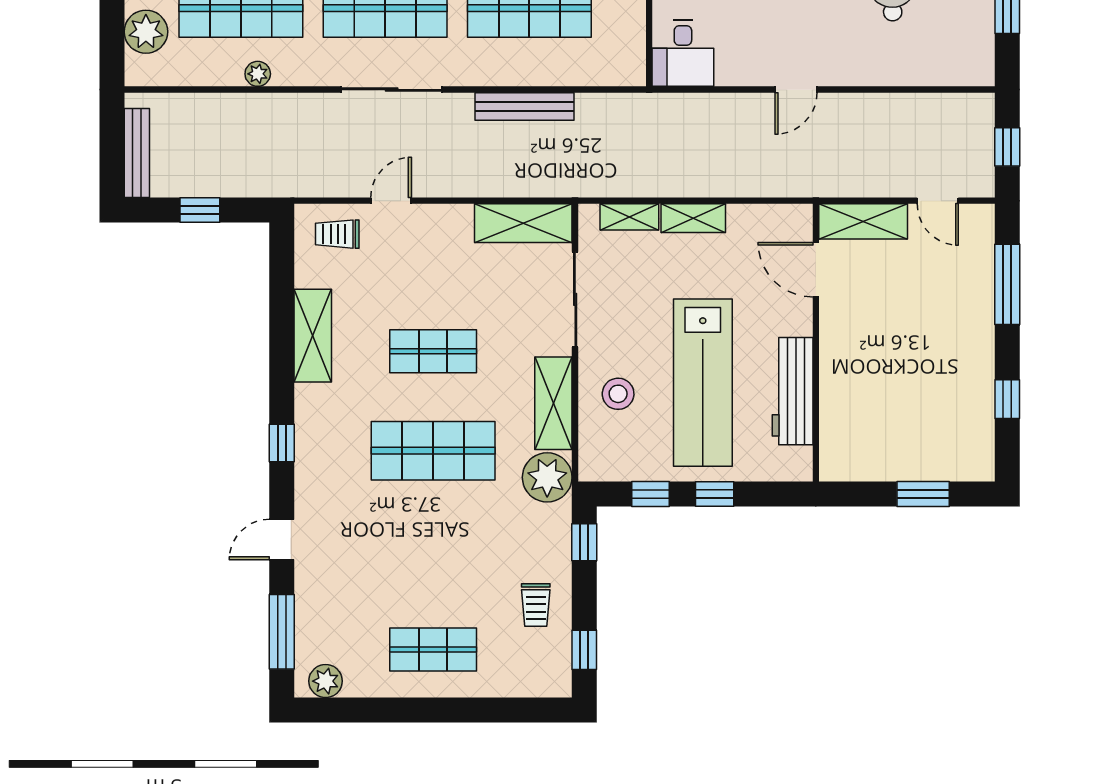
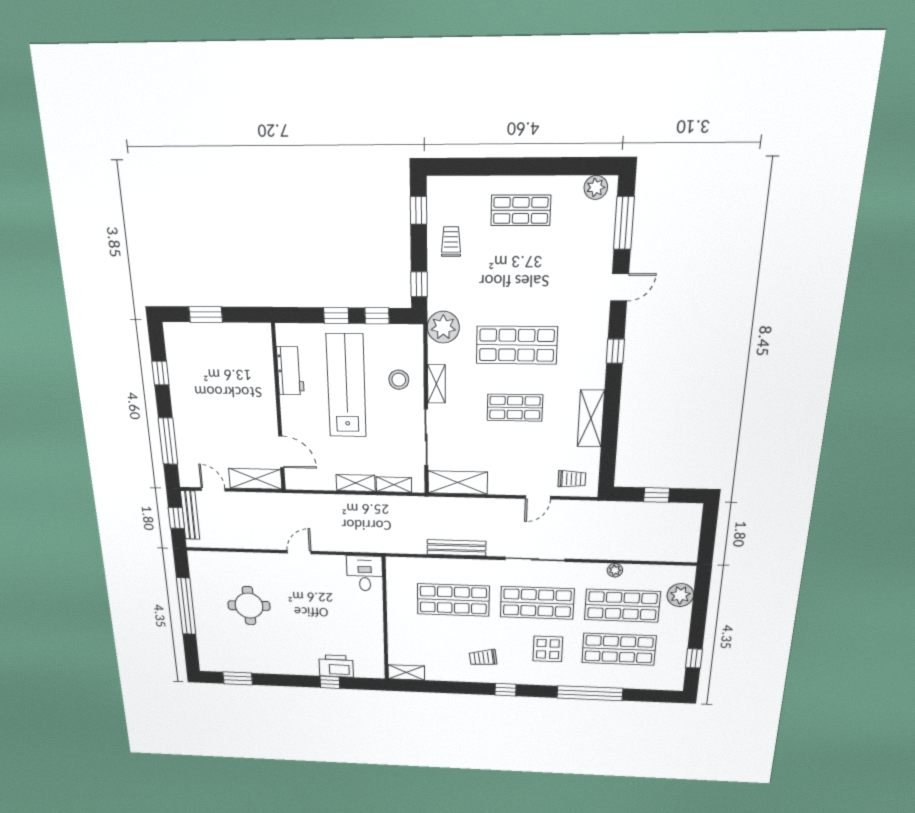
bench: (137, 153) -> (190, 515), moved
workbench: (793, 391) -> (290, 371), width x0.73
shelving: (553, 403) -> (436, 384), width x0.67, depth x0.75

